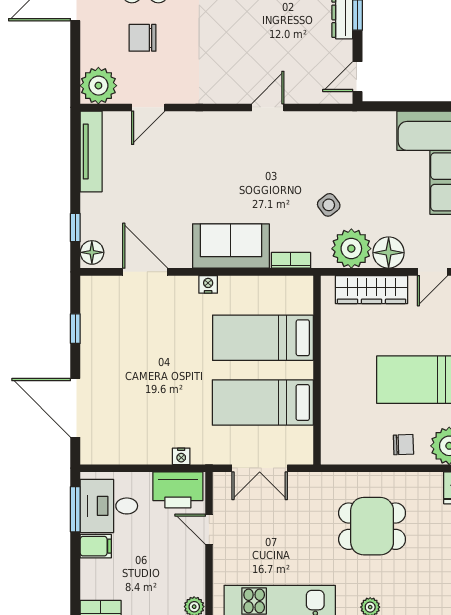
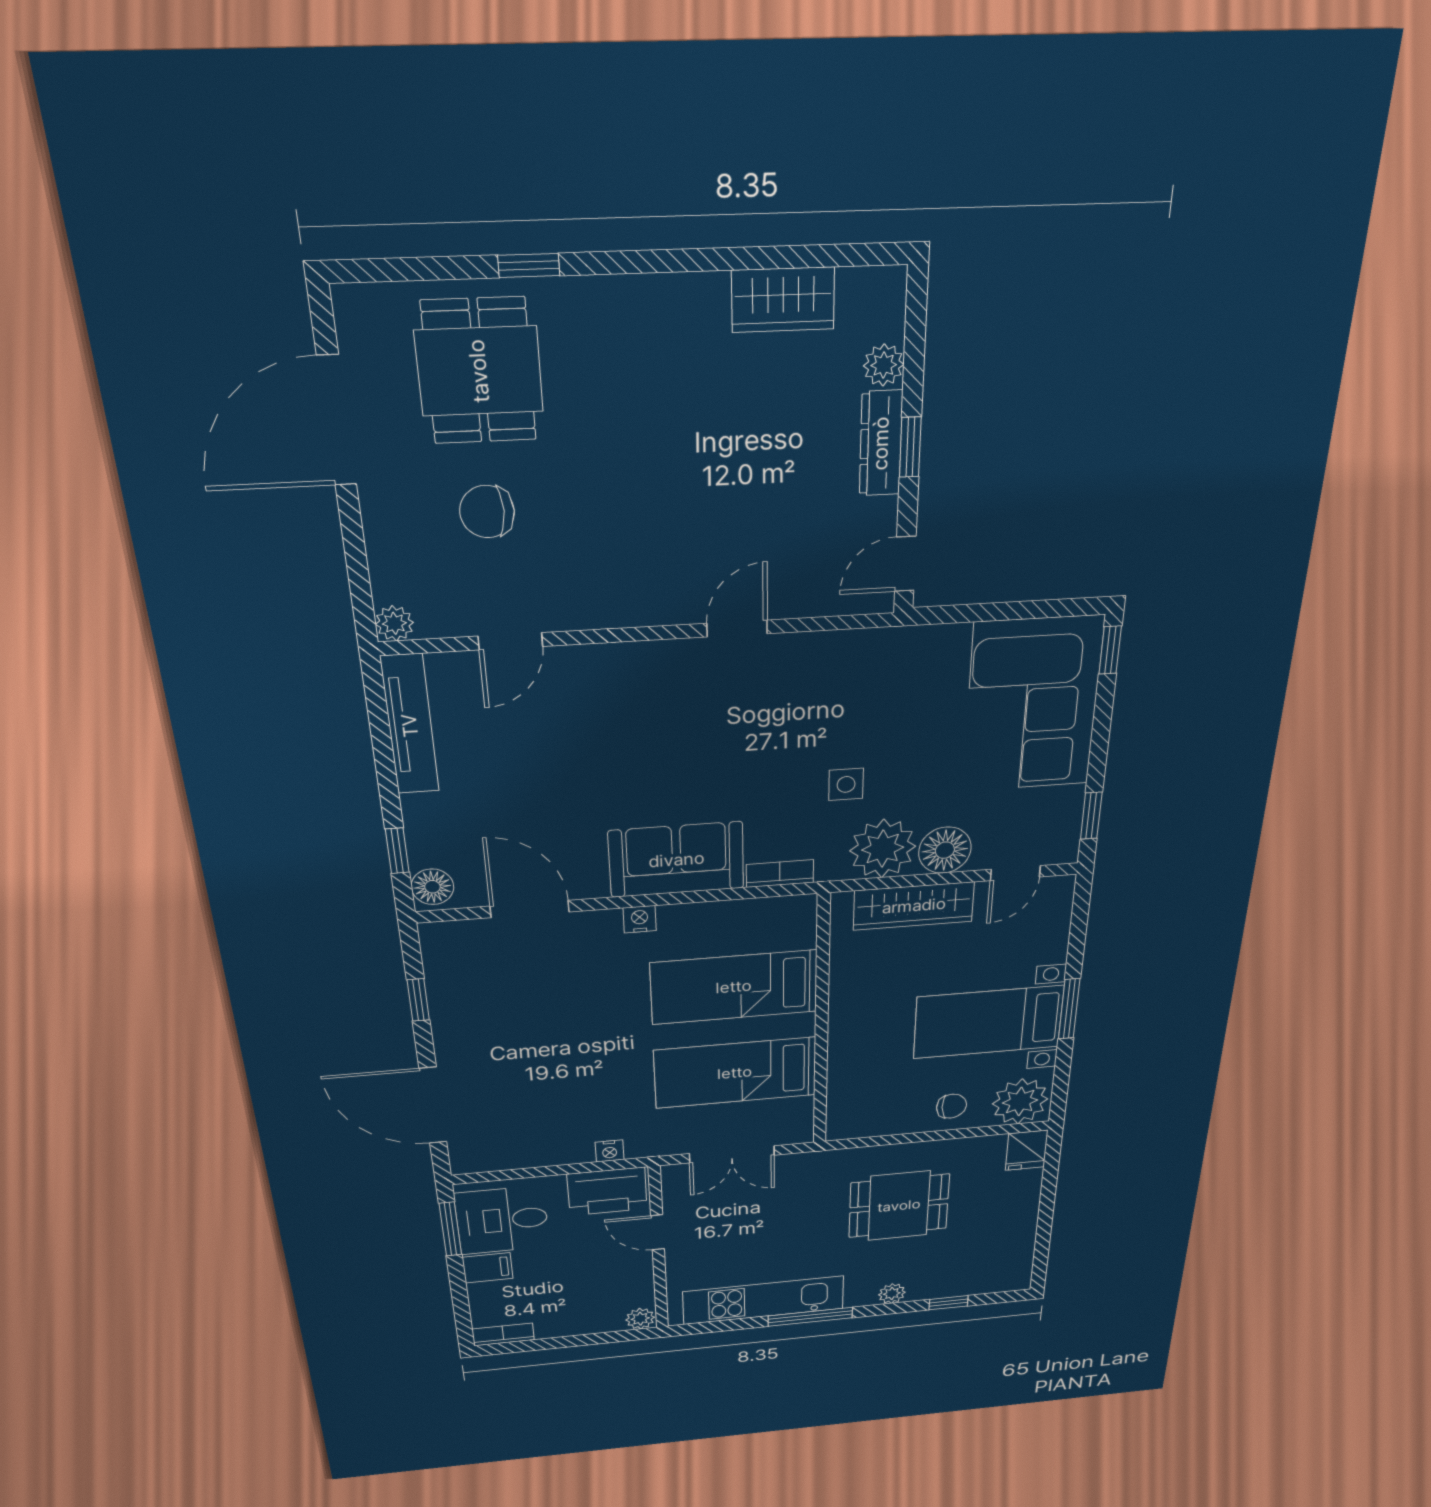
plant: (98, 86) -> (394, 623), width x0.53, depth x0.53
side table: (329, 205) -> (846, 784), turned 37

